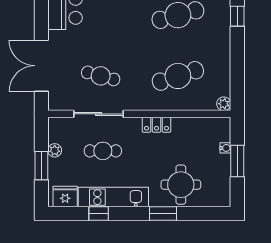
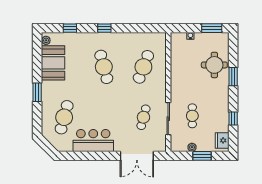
cafe table: (178, 76) -> (143, 67), turned 39
plant: (224, 104) -> (162, 37), removed
locker: (156, 125) -> (175, 81), removed
window: (237, 161) -> (212, 28), moved
kitchen unit: (113, 197) -> (222, 109), removed

